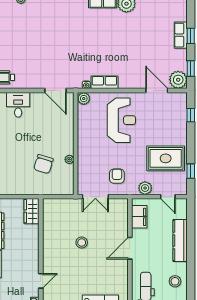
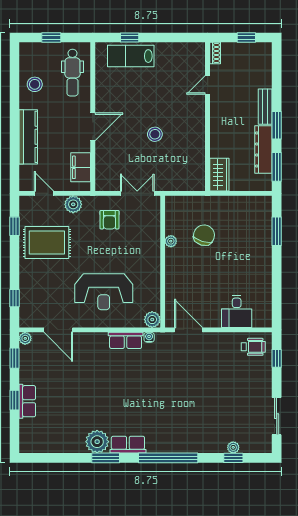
plant: (178, 80) -> (25, 338), width x0.53, depth x0.53
reception desk: (121, 120) -> (104, 292), turned -90

